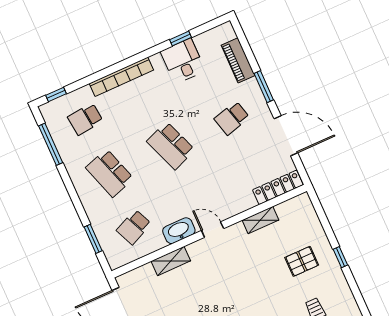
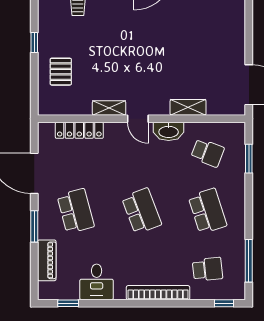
window: (180, 38) -> (68, 303), moved
school desk: (232, 118) -> (76, 211), width x1.85
locker: (278, 187) -> (79, 130), moved
shelving: (260, 220) -> (109, 108), moved
school desk: (134, 227) -> (208, 153), turned 45
pallet: (302, 261) -> (61, 72), moved, turned 90

